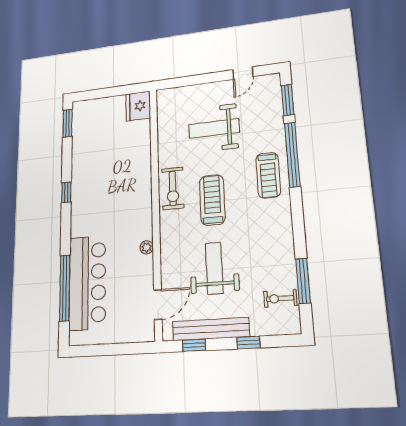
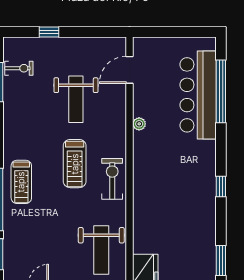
weight bench: (214, 128) -> (101, 250), moved, turned 90
treadmill: (268, 175) -> (21, 182), turned 180
bench: (211, 329) -> (82, 45), removed
window: (194, 345) -> (97, 32), removed

